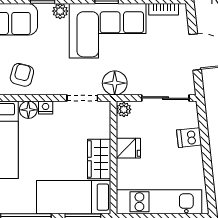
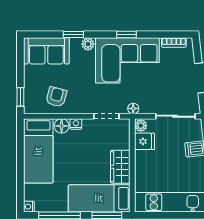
floor lamp: (115, 83) -> (133, 108), width x0.53, depth x0.53
fridge: (128, 148) -> (145, 141), moved

